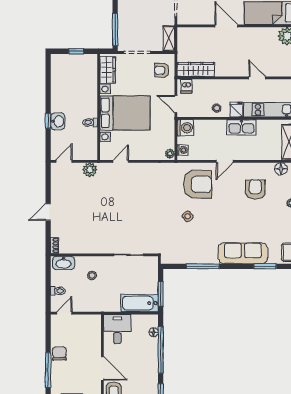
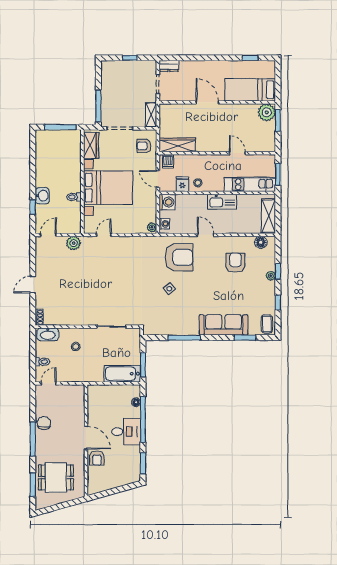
window: (76, 51) -> (60, 127), width x2.17
fridge: (236, 109) -> (182, 184), moved
window: (48, 121) -> (33, 207), moved
door: (225, 161) -> (206, 235), swing flipped
desk: (117, 329) -> (126, 432), moved, turned 90

